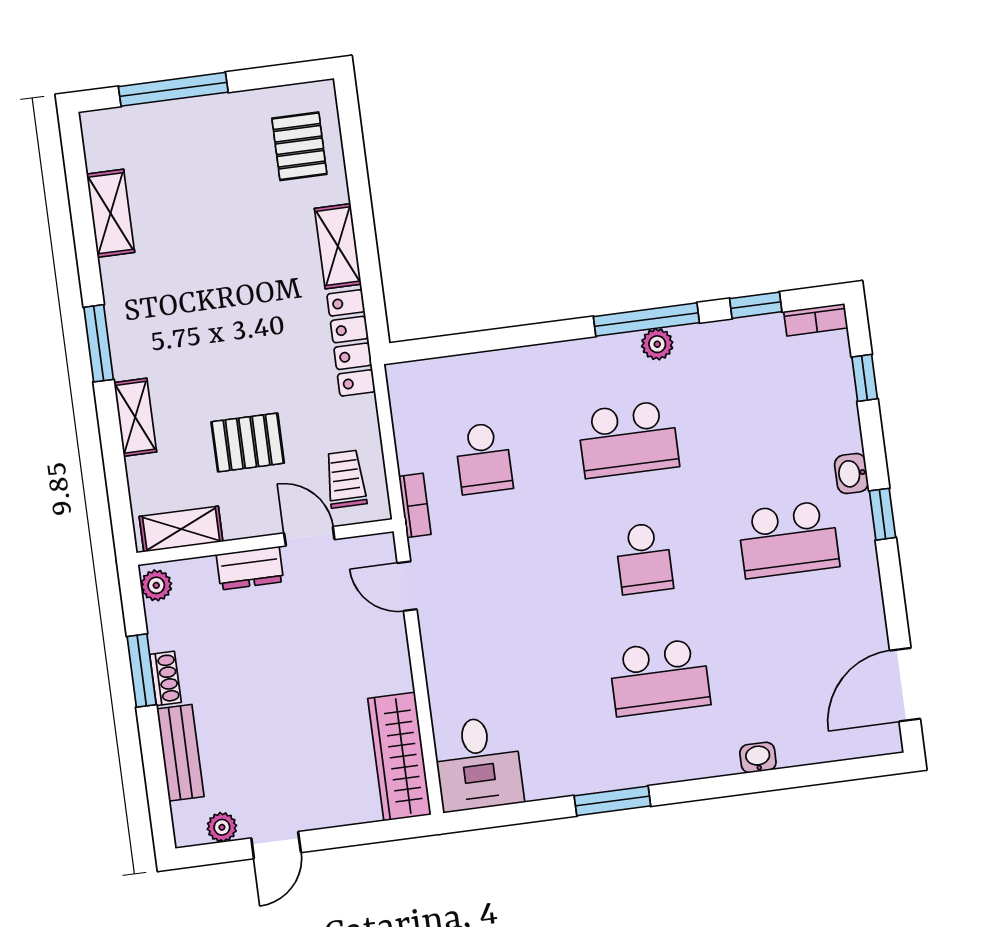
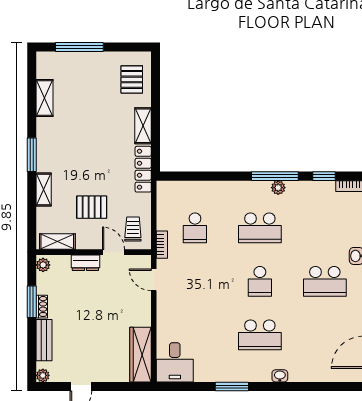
washbasin: (758, 758) -> (280, 376), moved
plant: (222, 827) -> (43, 375), moved

